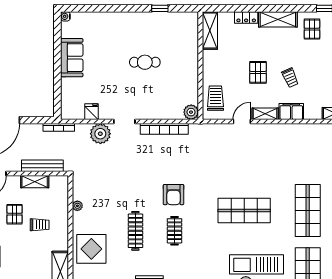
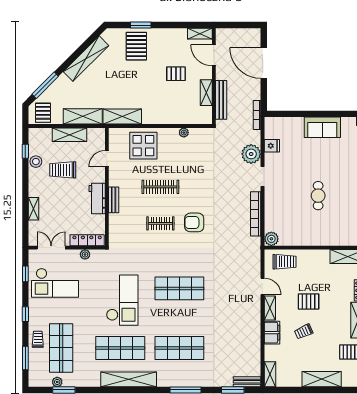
shop shelf: (244, 210) -> (179, 288), turned 90
trolley: (40, 225) -> (166, 97), removed

